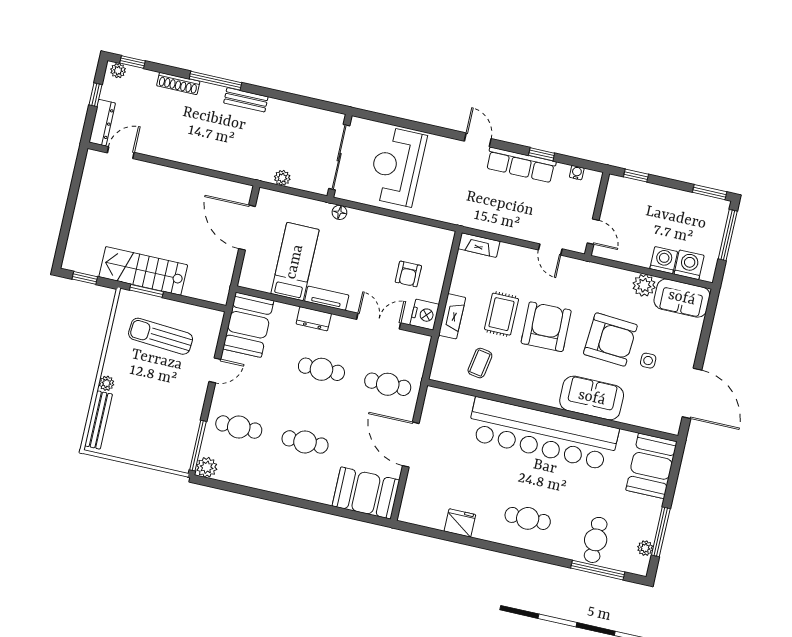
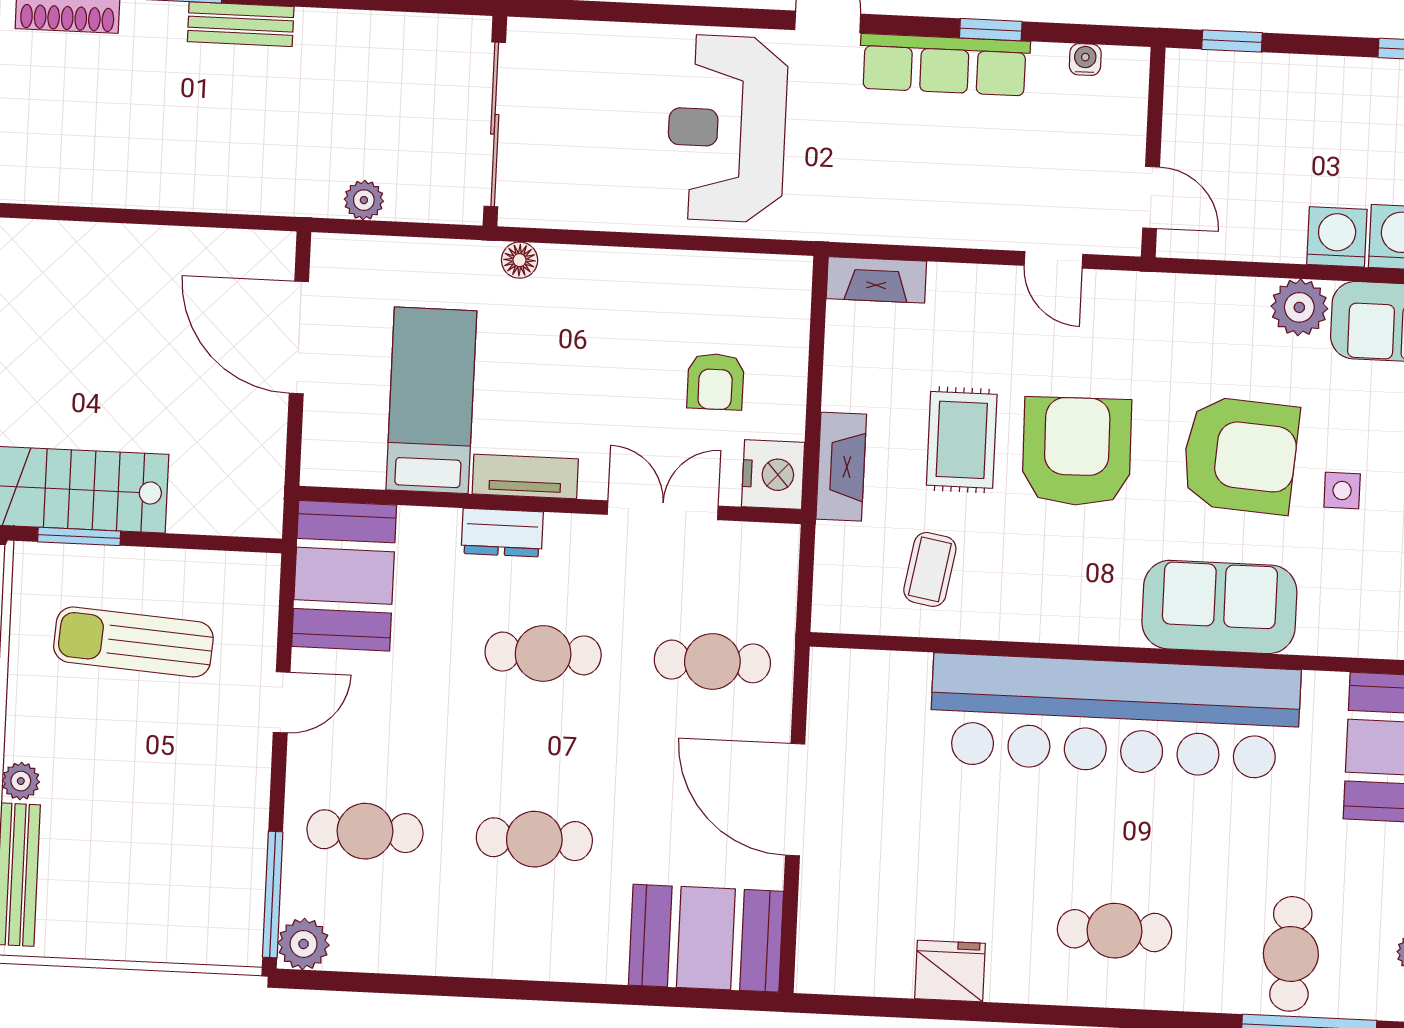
reception desk: (397, 166) -> (727, 128), moved

